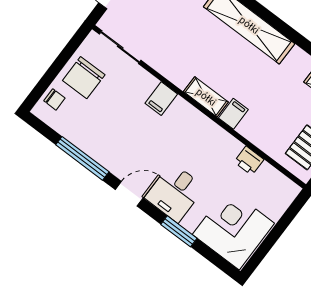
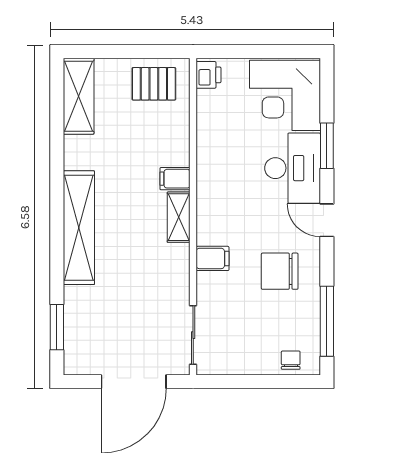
chair: (84, 78) -> (280, 271), moved, turned 180
window: (82, 158) -> (327, 321), moved
printer: (249, 161) -> (209, 75), moved
desk: (175, 192) -> (293, 168), width x1.37

